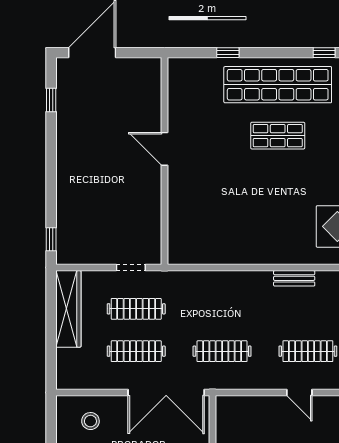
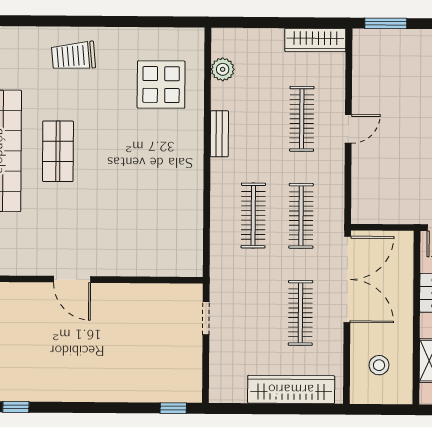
door: (164, 149) -> (72, 279), hinge flipped
wardrobe: (68, 309) -> (291, 389), moved
clothes rail: (136, 309) -> (253, 216), moved

